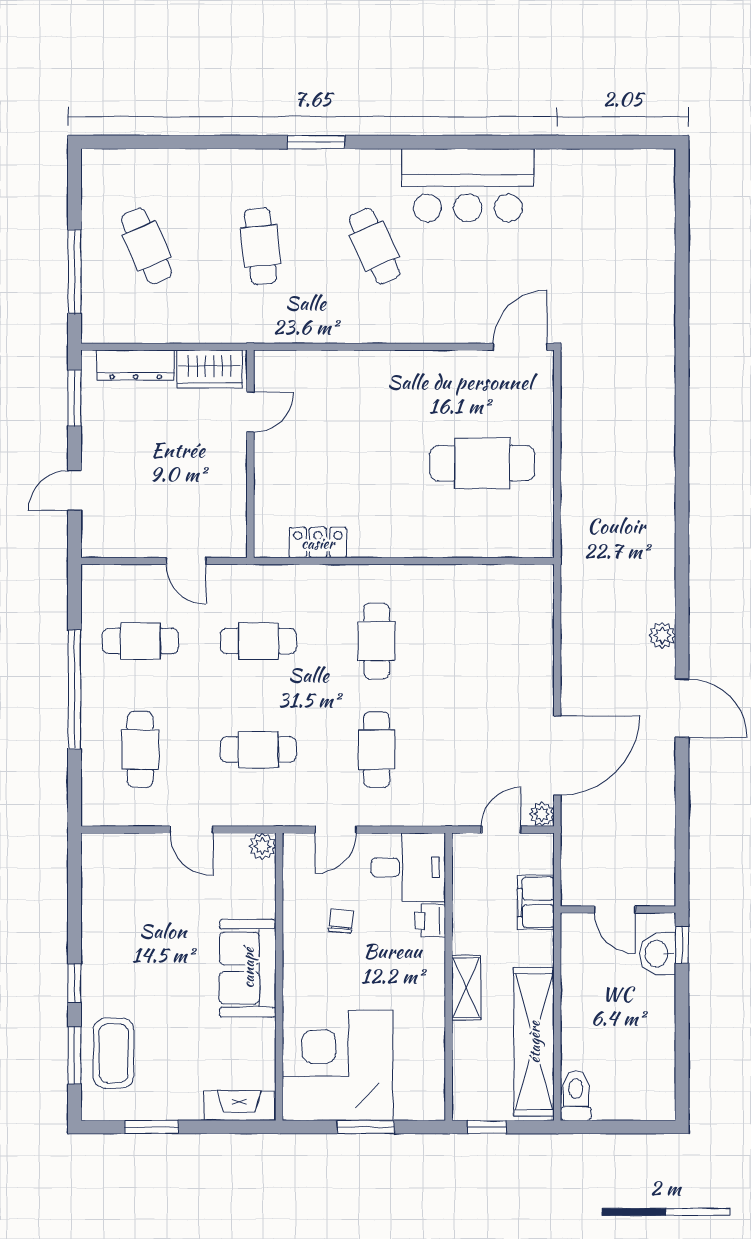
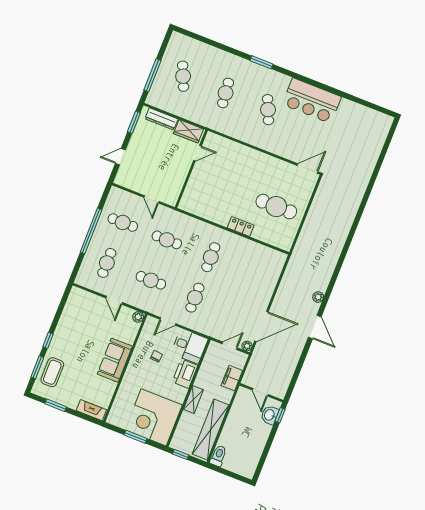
locker: (318, 543) -> (241, 227), moved
printer: (430, 921) -> (185, 374), width x1.87, depth x1.48
corner desk: (338, 1065) -> (154, 417), moved, turned -90

